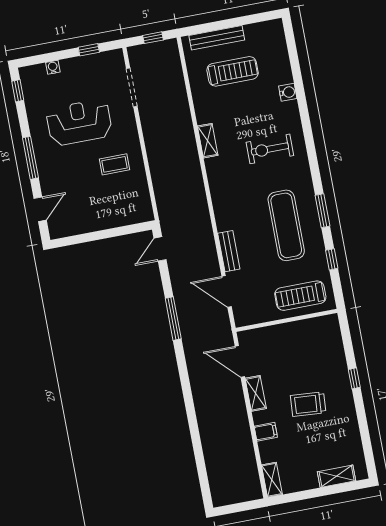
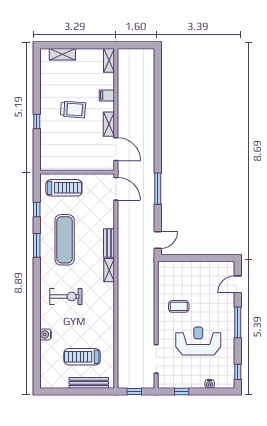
reception desk: (79, 122) -> (198, 341), turned 180
shelving: (208, 141) -> (109, 270), moved
bench: (229, 251) -> (109, 243), moved
door: (227, 291) -> (116, 189), moved

